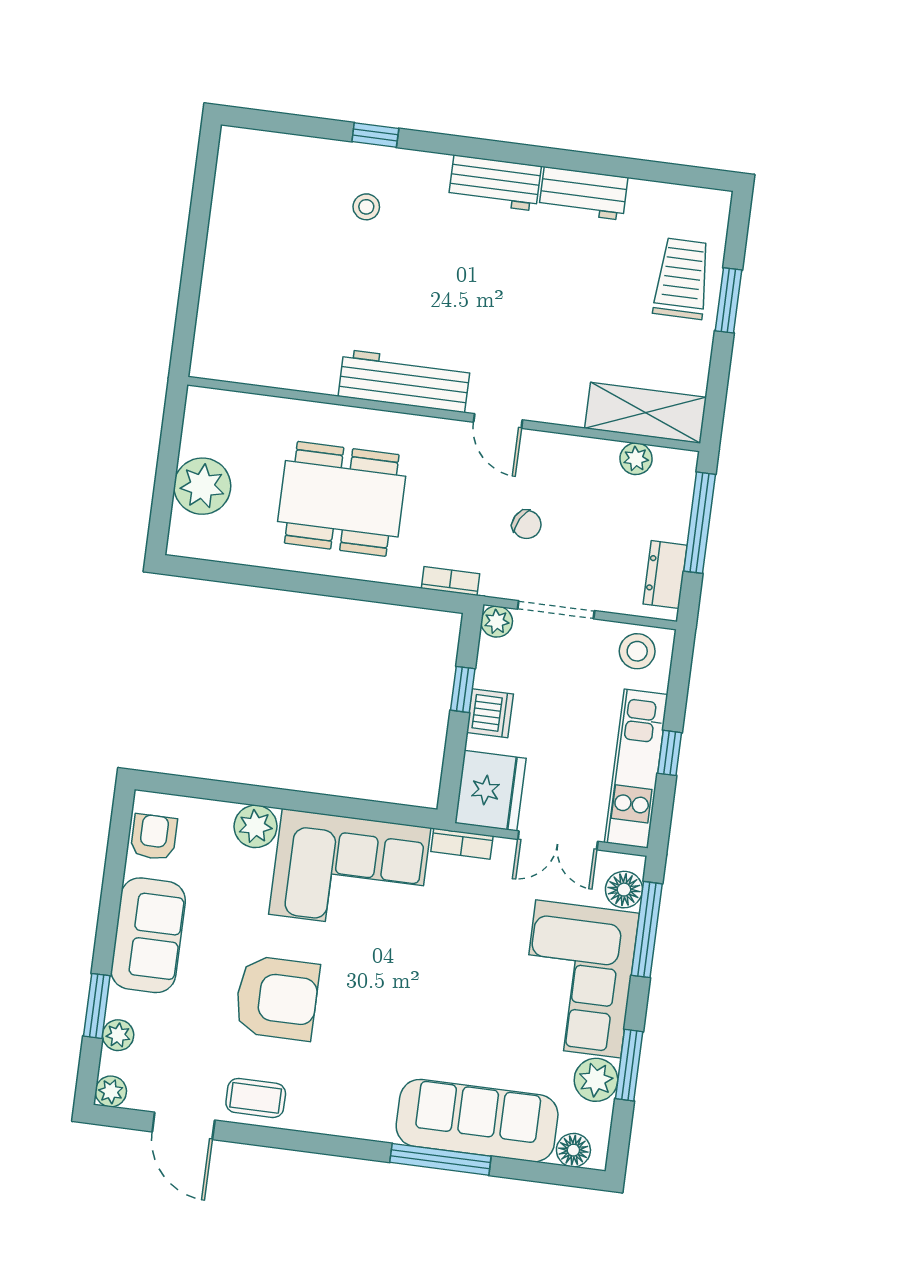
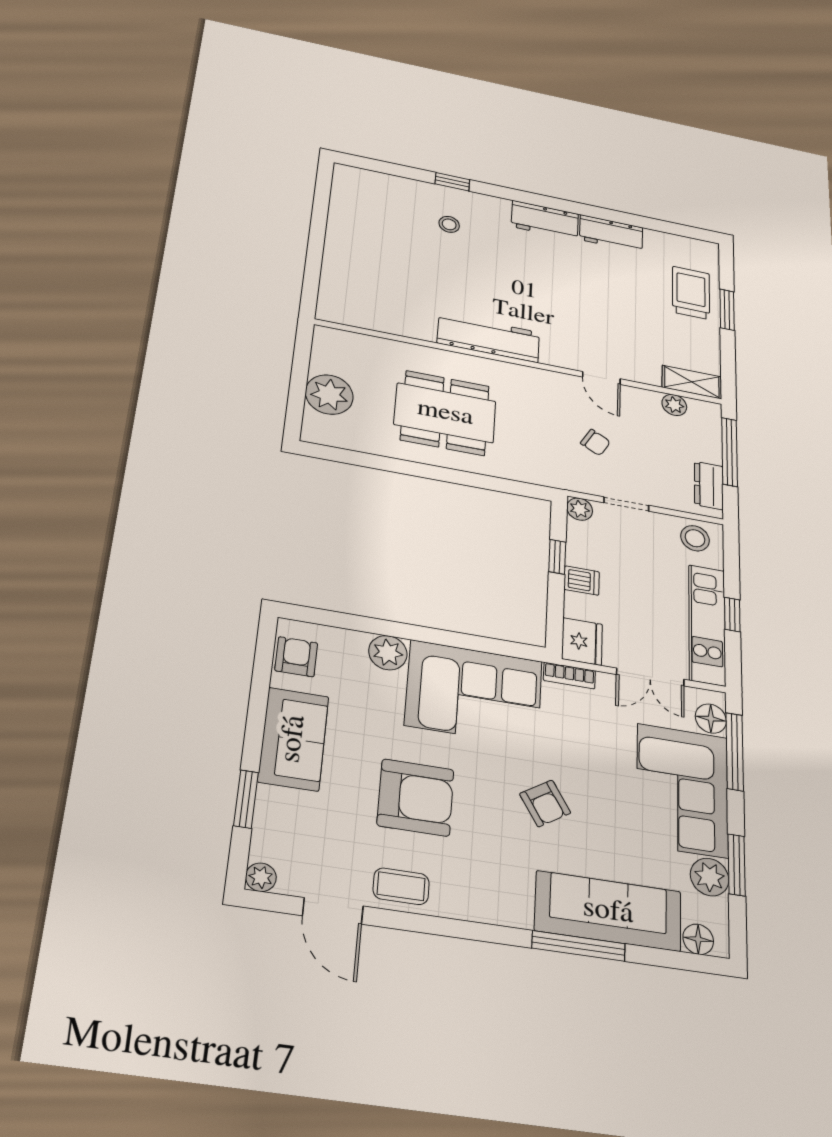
shelving: (646, 413) -> (692, 382), width x0.67, depth x0.75
door: (498, 421) -> (601, 378), moved
bookcase: (451, 581) -> (539, 477), removed
doorway: (556, 610) -> (626, 504), width x0.73
dishwasher: (490, 713) -> (582, 581), width x0.73
fridge: (490, 791) -> (582, 641), width x0.73, depth x0.75
armchair: (419, 1000) -> (545, 803), added
plant: (118, 1035) -> (267, 826), removed

